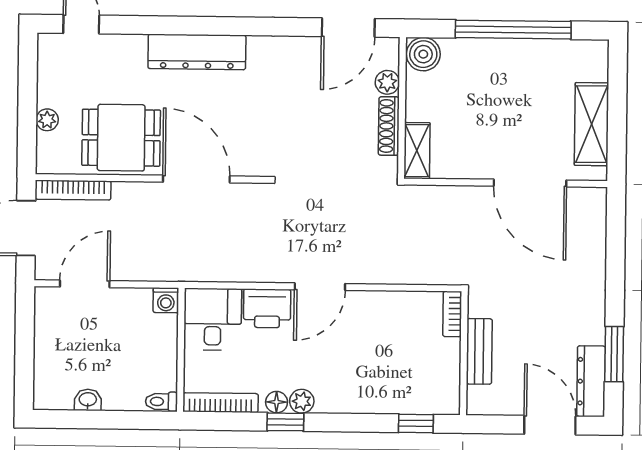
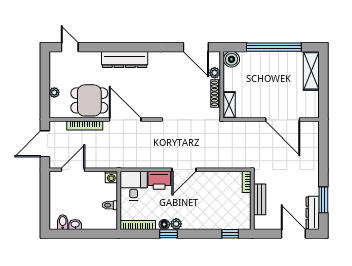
door: (348, 28) -> (196, 47), hinge flipped
shelving: (592, 124) -> (311, 71), moved
bookcase: (73, 190) -> (85, 125), moved
bidet: (62, 395) -> (63, 222), added
toilet: (161, 402) -> (110, 205), moved

